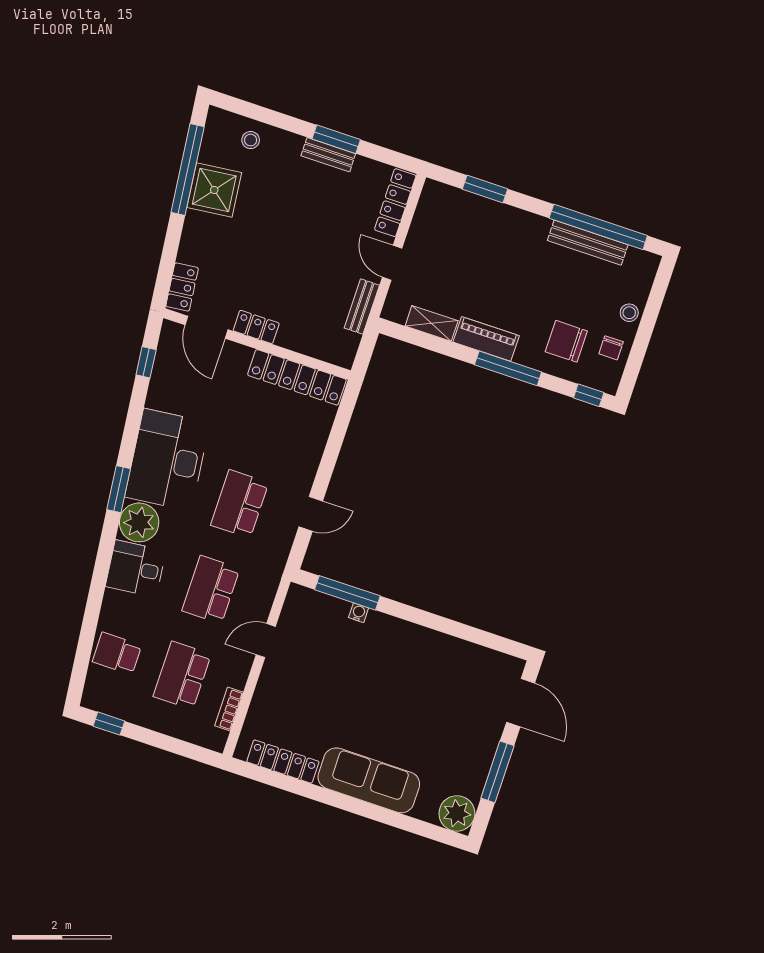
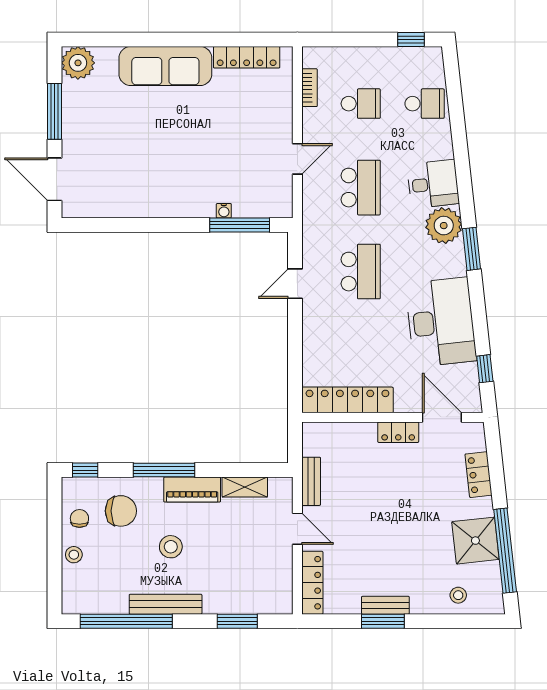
bench: (588, 243) -> (166, 604), moved
locker: (182, 287) -> (478, 475), moved
stool: (527, 288) -> (171, 547), added
desk: (168, 460) -> (441, 322), moved
school desk: (182, 675) -> (361, 104), width x0.54

